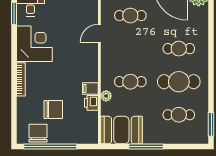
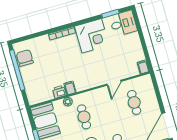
door: (99, 33) -> (114, 83), swing flipped
chair: (53, 110) -> (46, 64), removed
chair: (38, 133) -> (25, 58), turned -90

